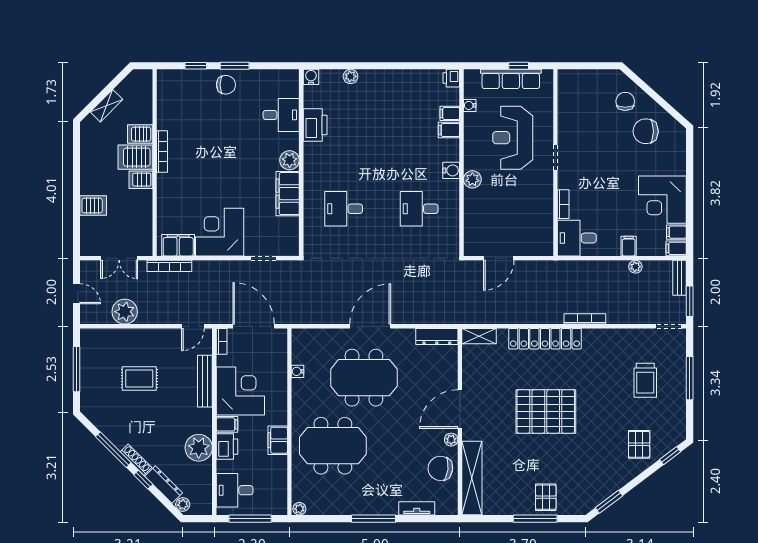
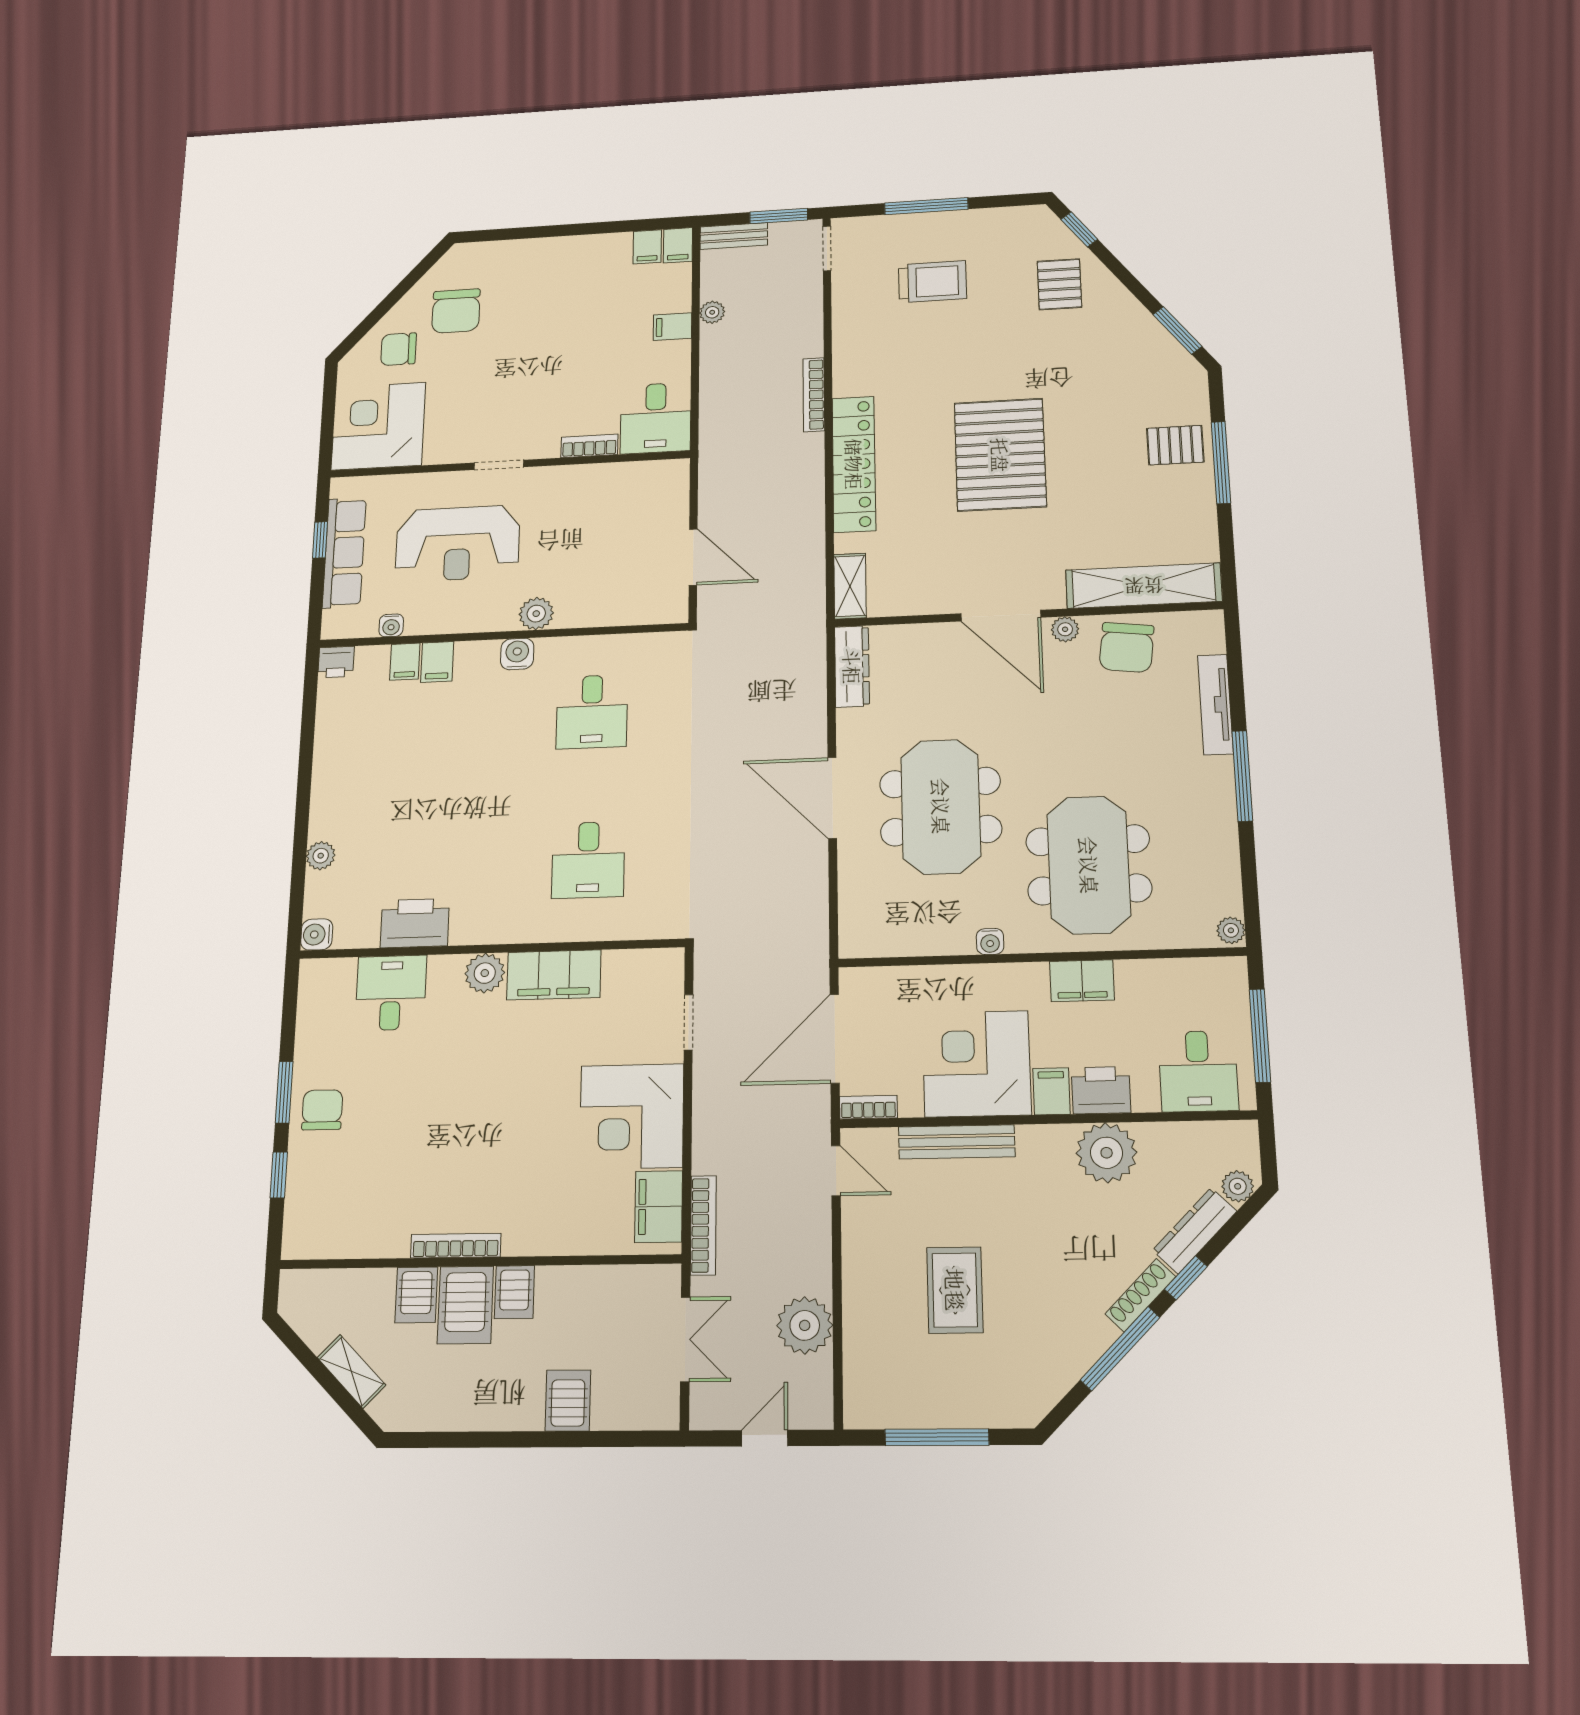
corner desk: (662, 200) -> (378, 426), moved, turned 180
water cooler: (298, 371) -> (990, 941), moved
pallet: (639, 444) -> (1059, 284), turned 90
tv unit: (417, 508) -> (1215, 704), width x1.41

